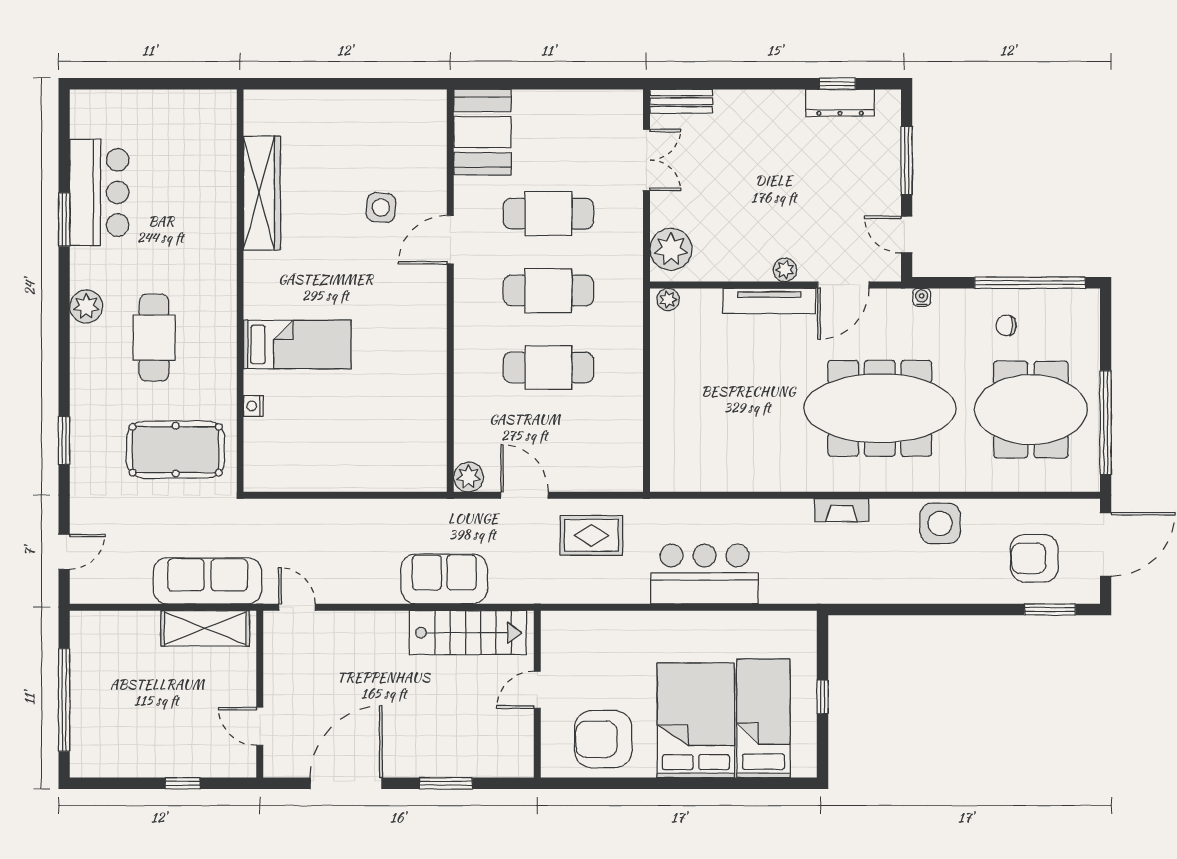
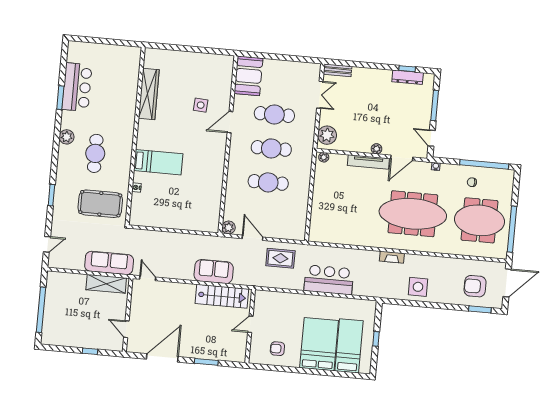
side table: (940, 523) -> (418, 287), moved
armchair: (603, 739) -> (277, 349), width x0.53, depth x0.53

